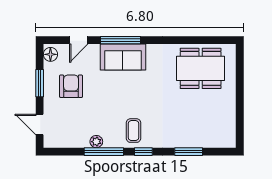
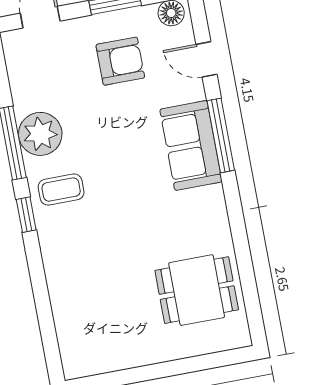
dining table: (201, 68) -> (197, 290), width x0.73
plant: (96, 142) -> (40, 134), width x1.87, depth x1.87
window: (189, 152) -> (42, 297), removed

